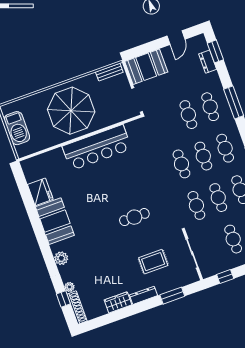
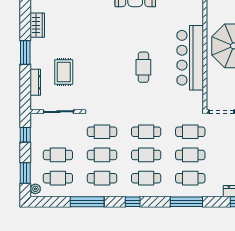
cafe table: (167, 122) -> (190, 132), added
cafe table: (134, 217) -> (143, 67), moved
dresser: (143, 295) -> (35, 82), moved
window: (172, 296) -> (25, 53), moved

